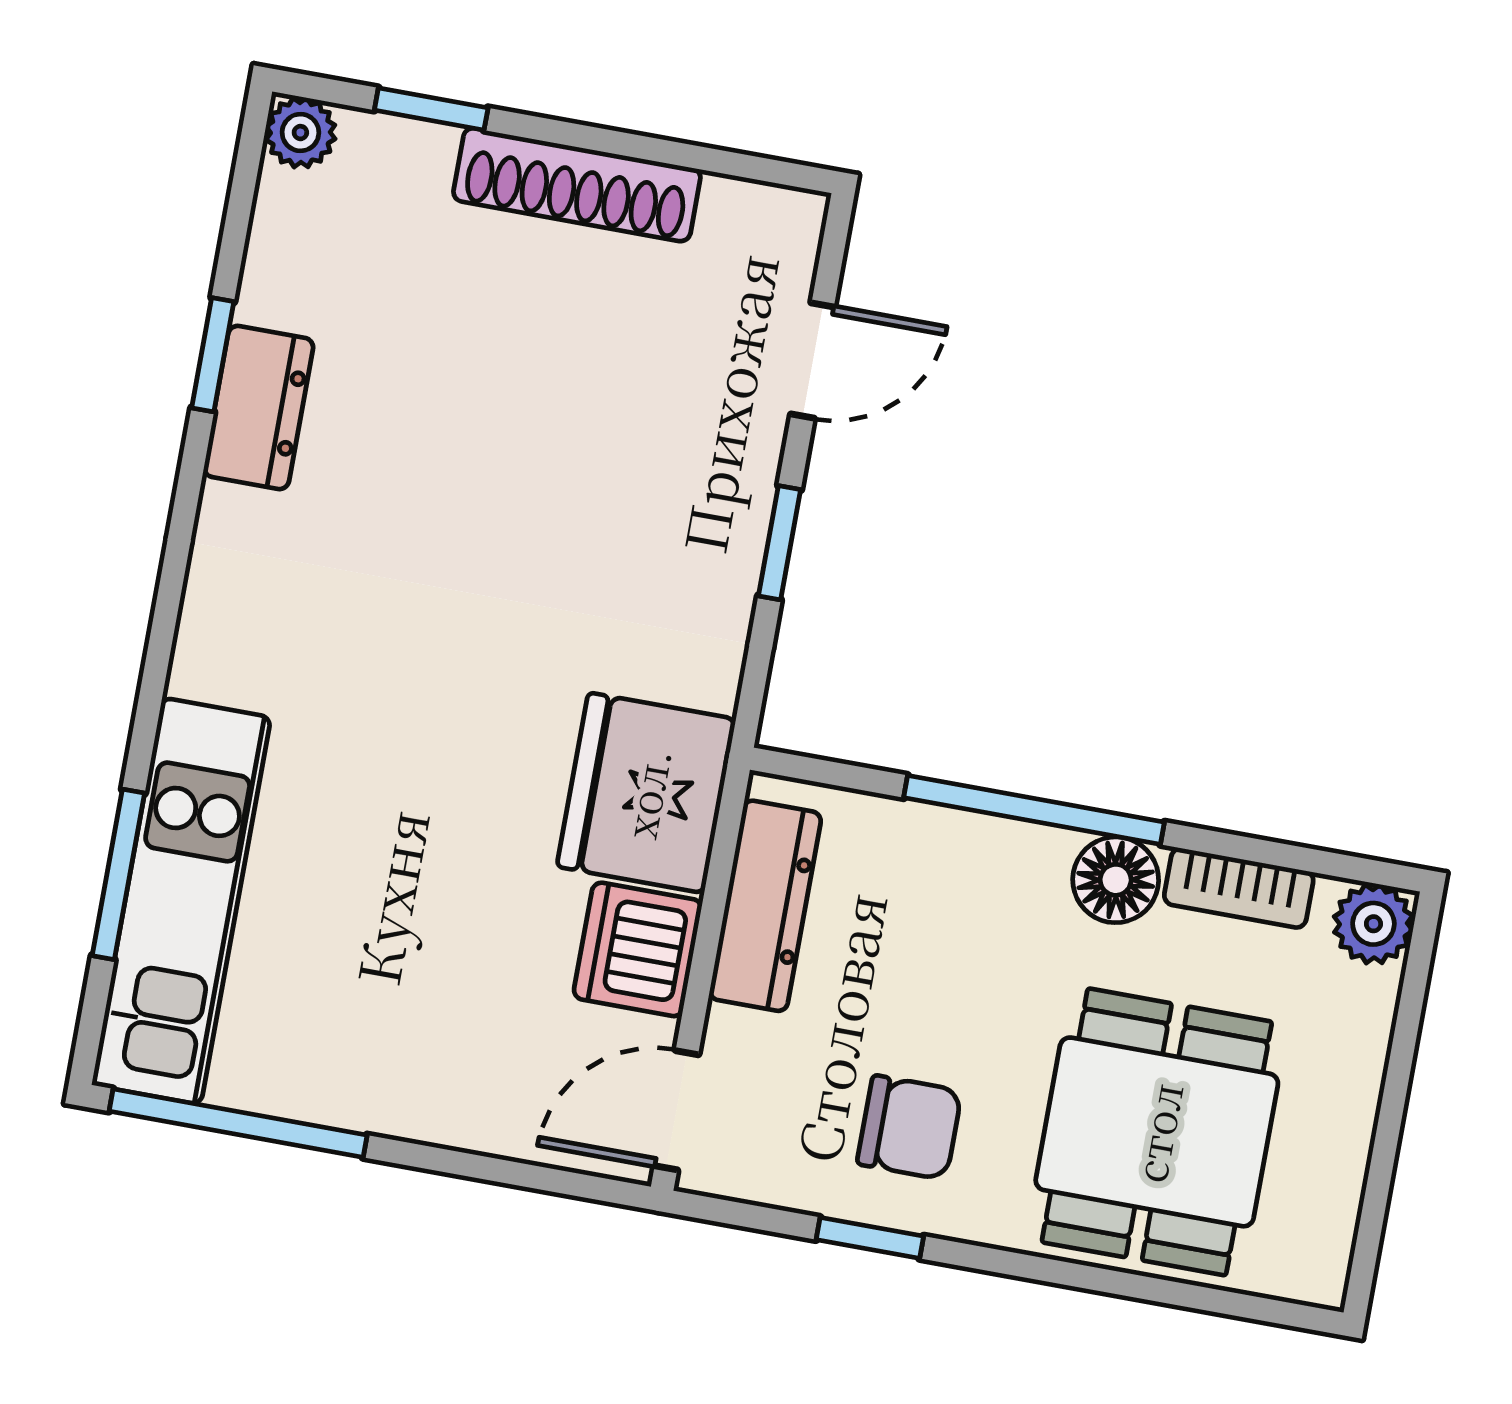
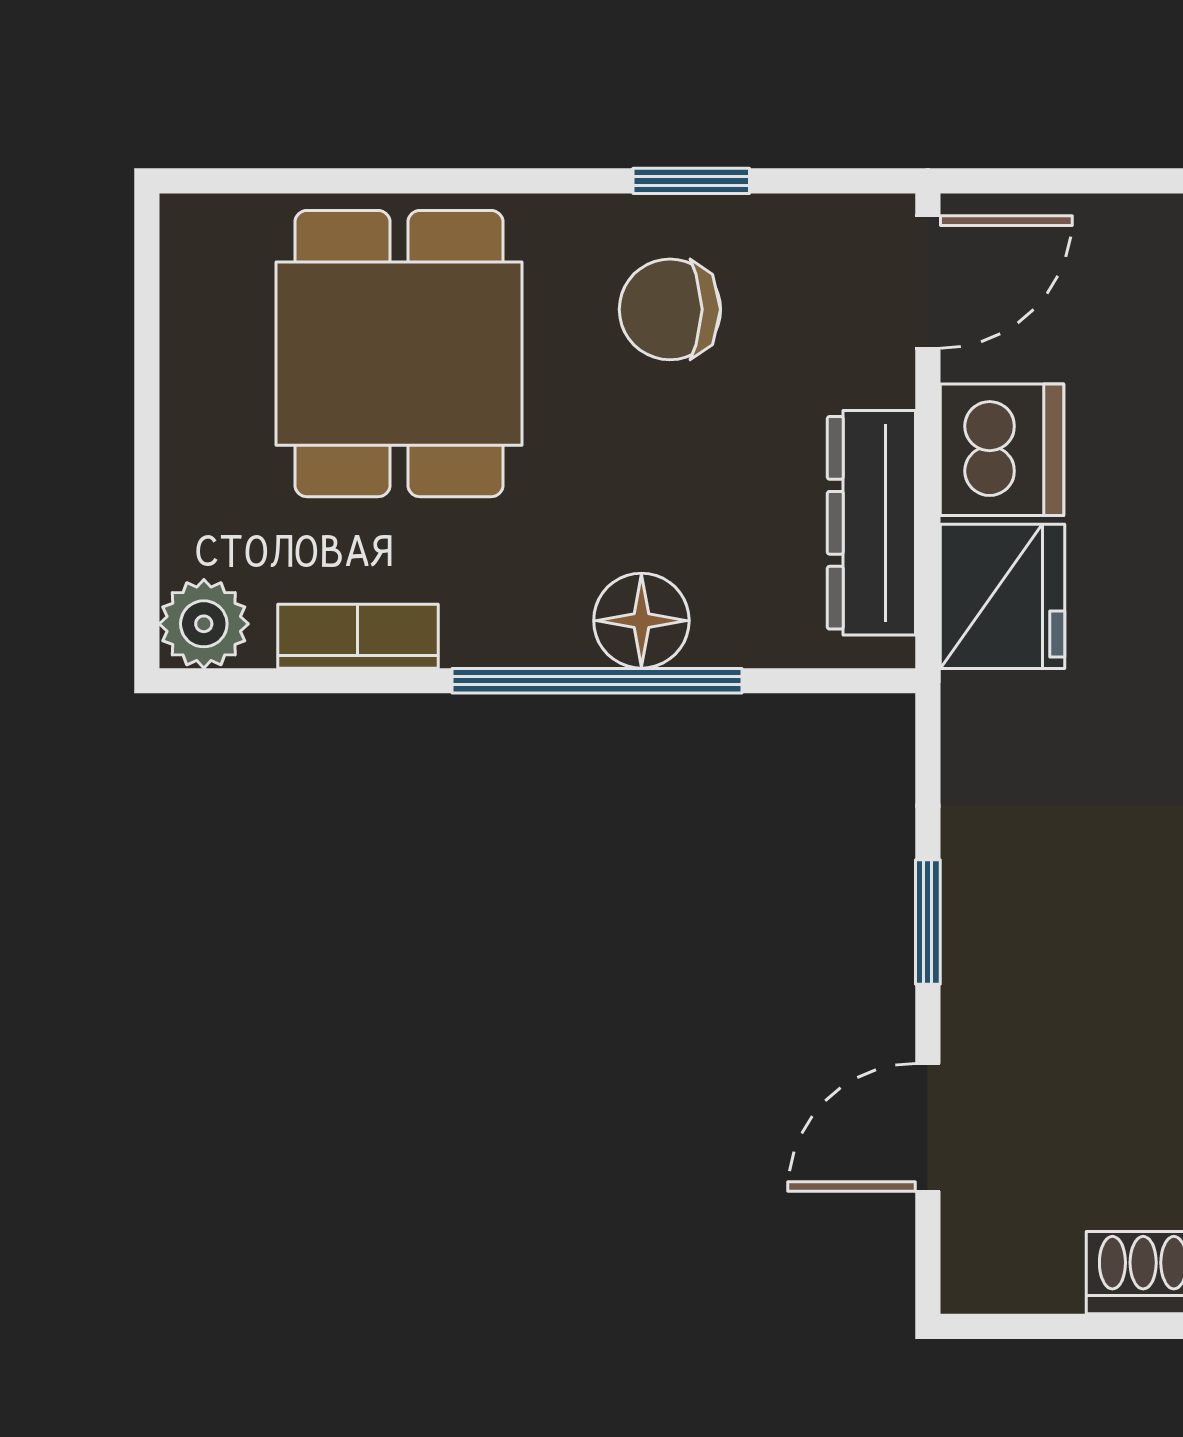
fridge: (646, 793) -> (1002, 596), width x0.73, depth x0.75
floor lamp: (1116, 880) -> (641, 621), moved

